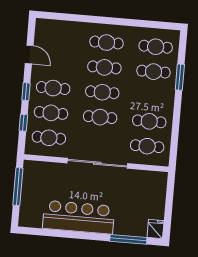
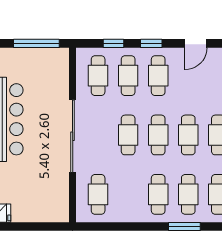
cafe table: (149, 121) -> (158, 194), moved

